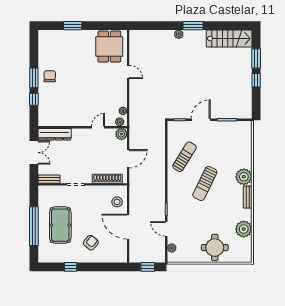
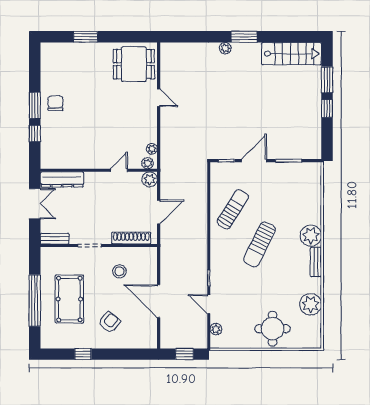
dining table: (109, 46) -> (134, 64), turned 90
stool: (117, 202) -> (119, 271), moved

